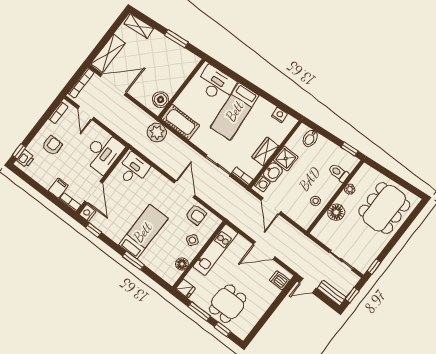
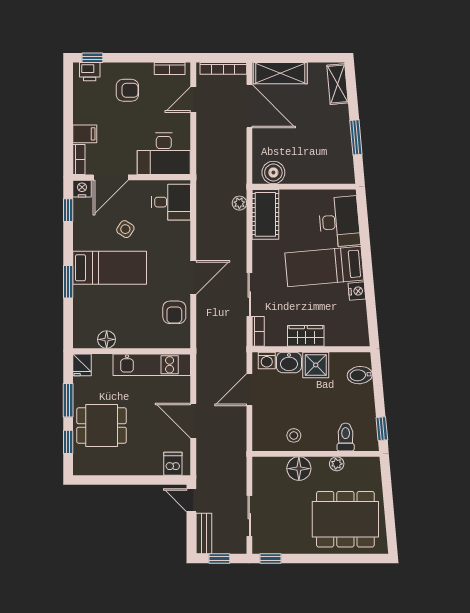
nightstand: (279, 115) -> (357, 291), moved
plant: (157, 132) -> (239, 203), width x0.53, depth x0.53
side table: (192, 240) -> (125, 229), moved

